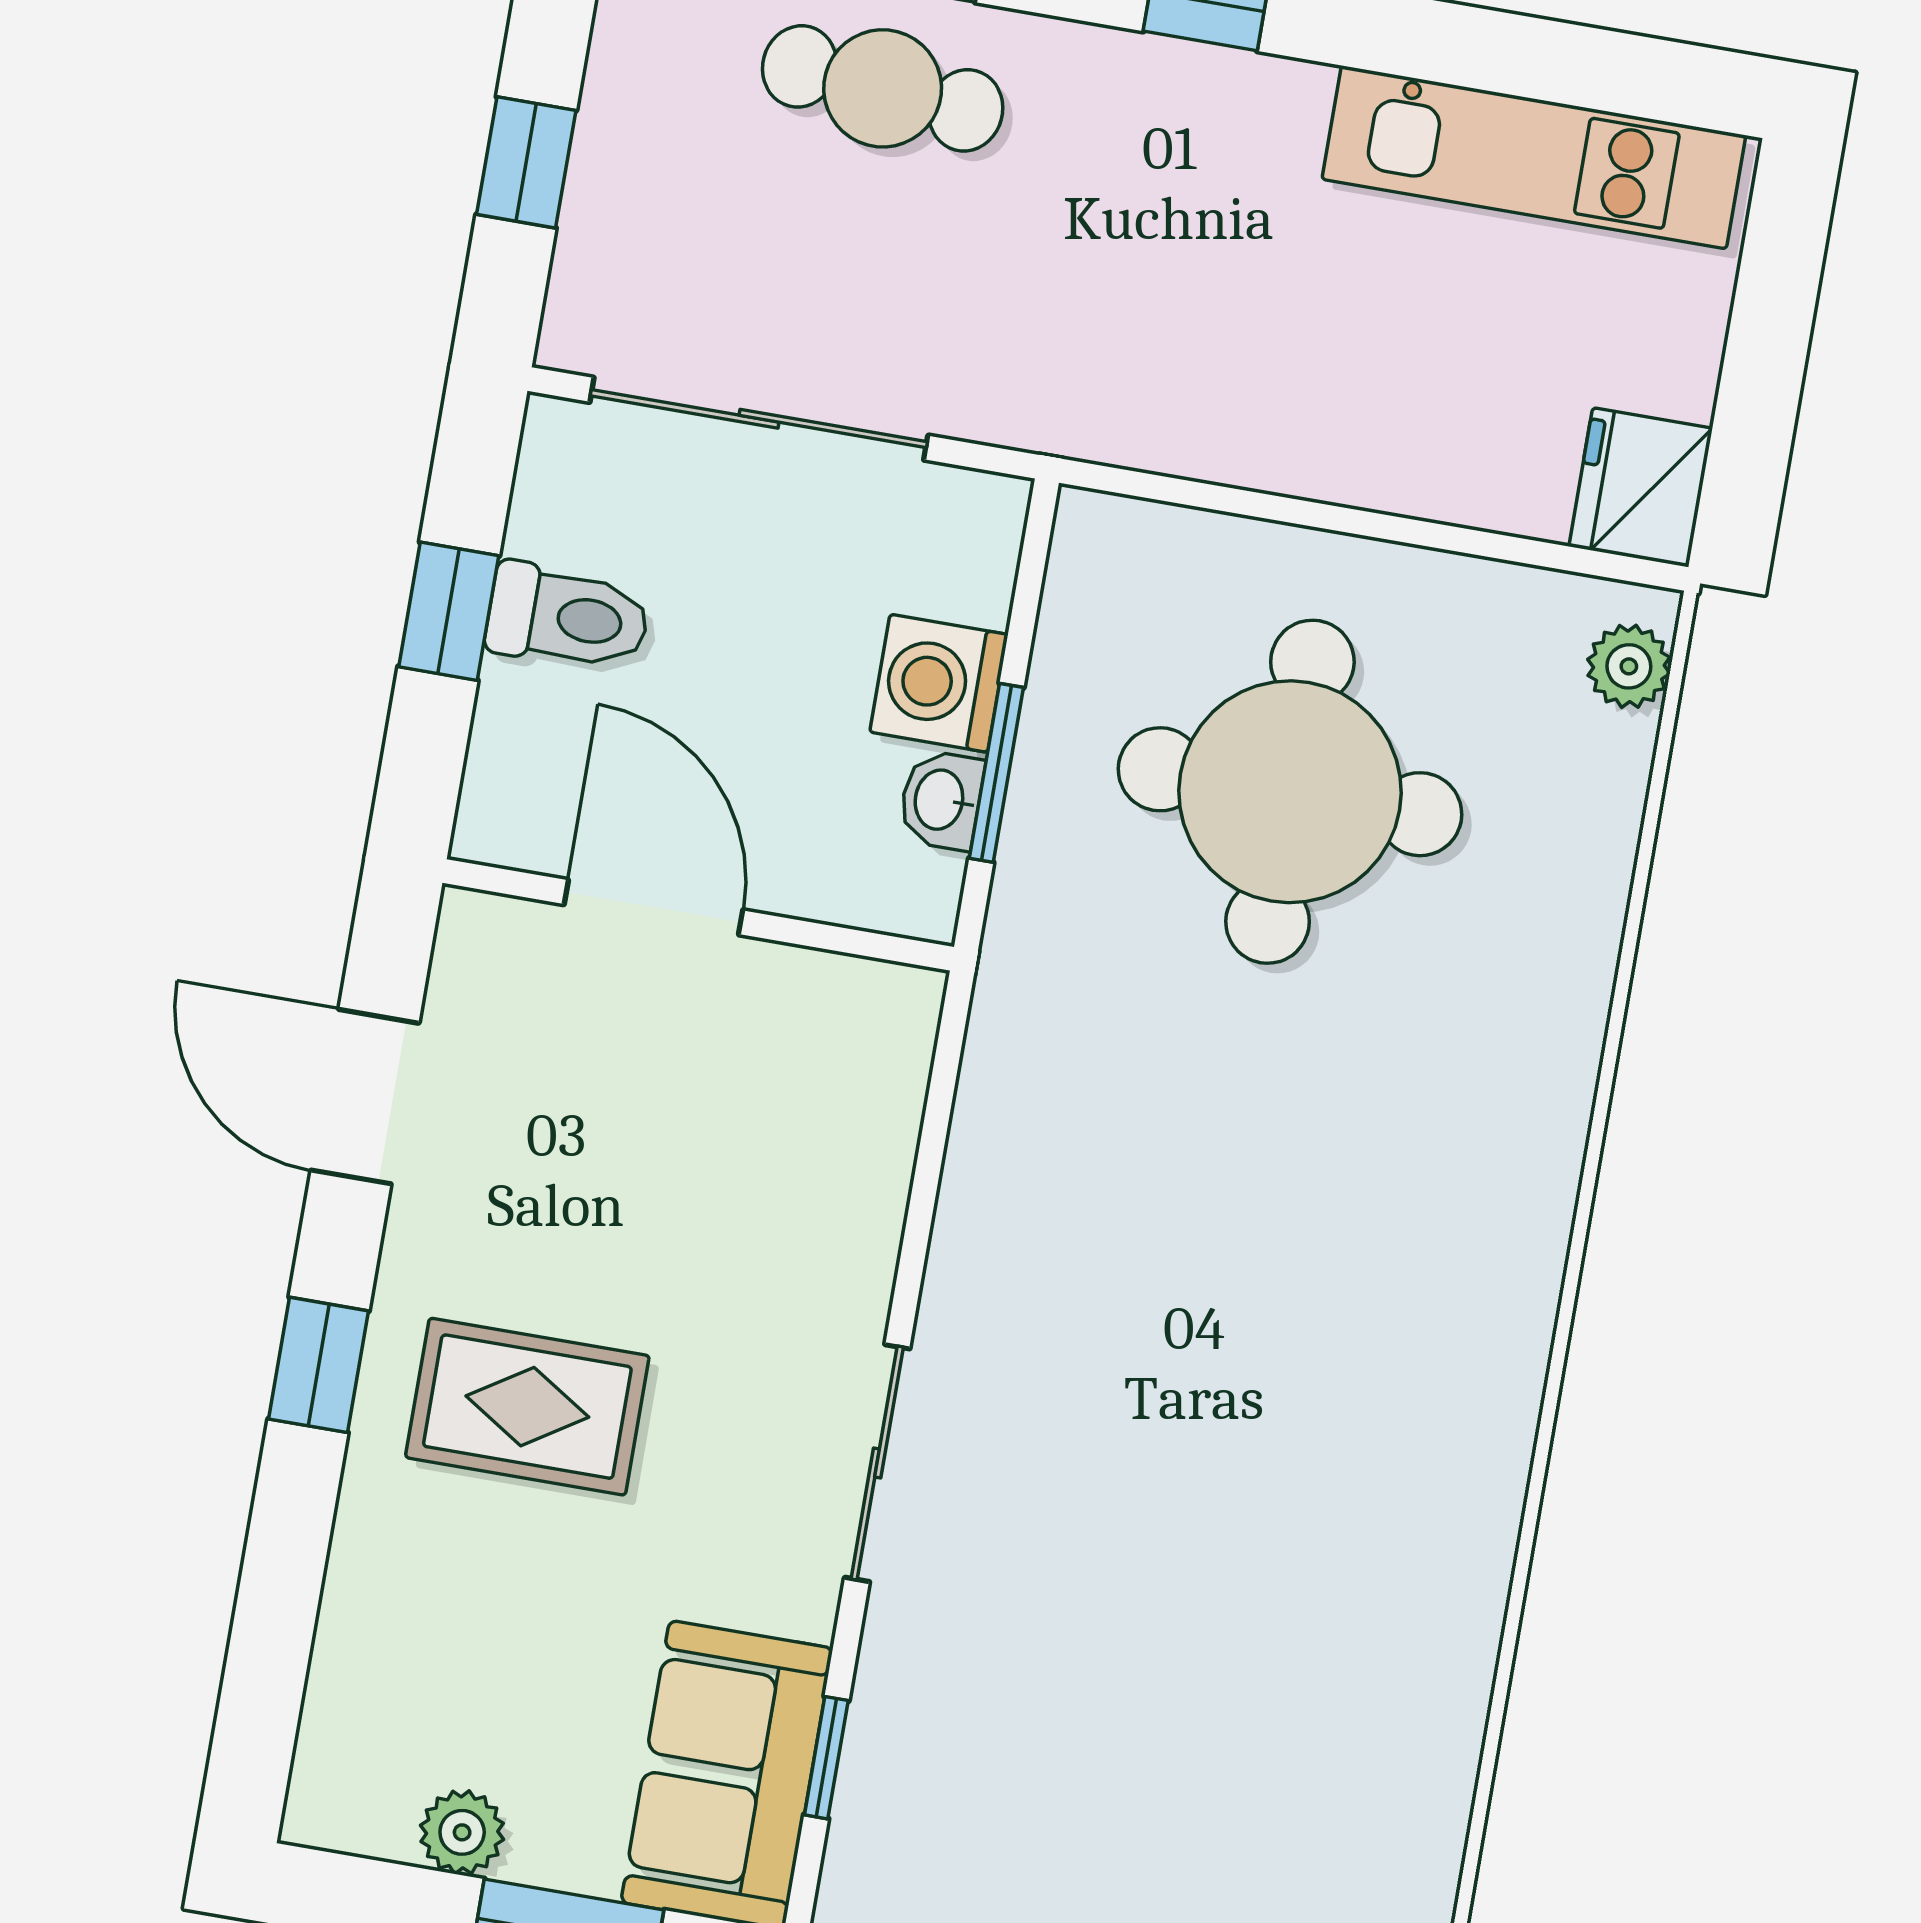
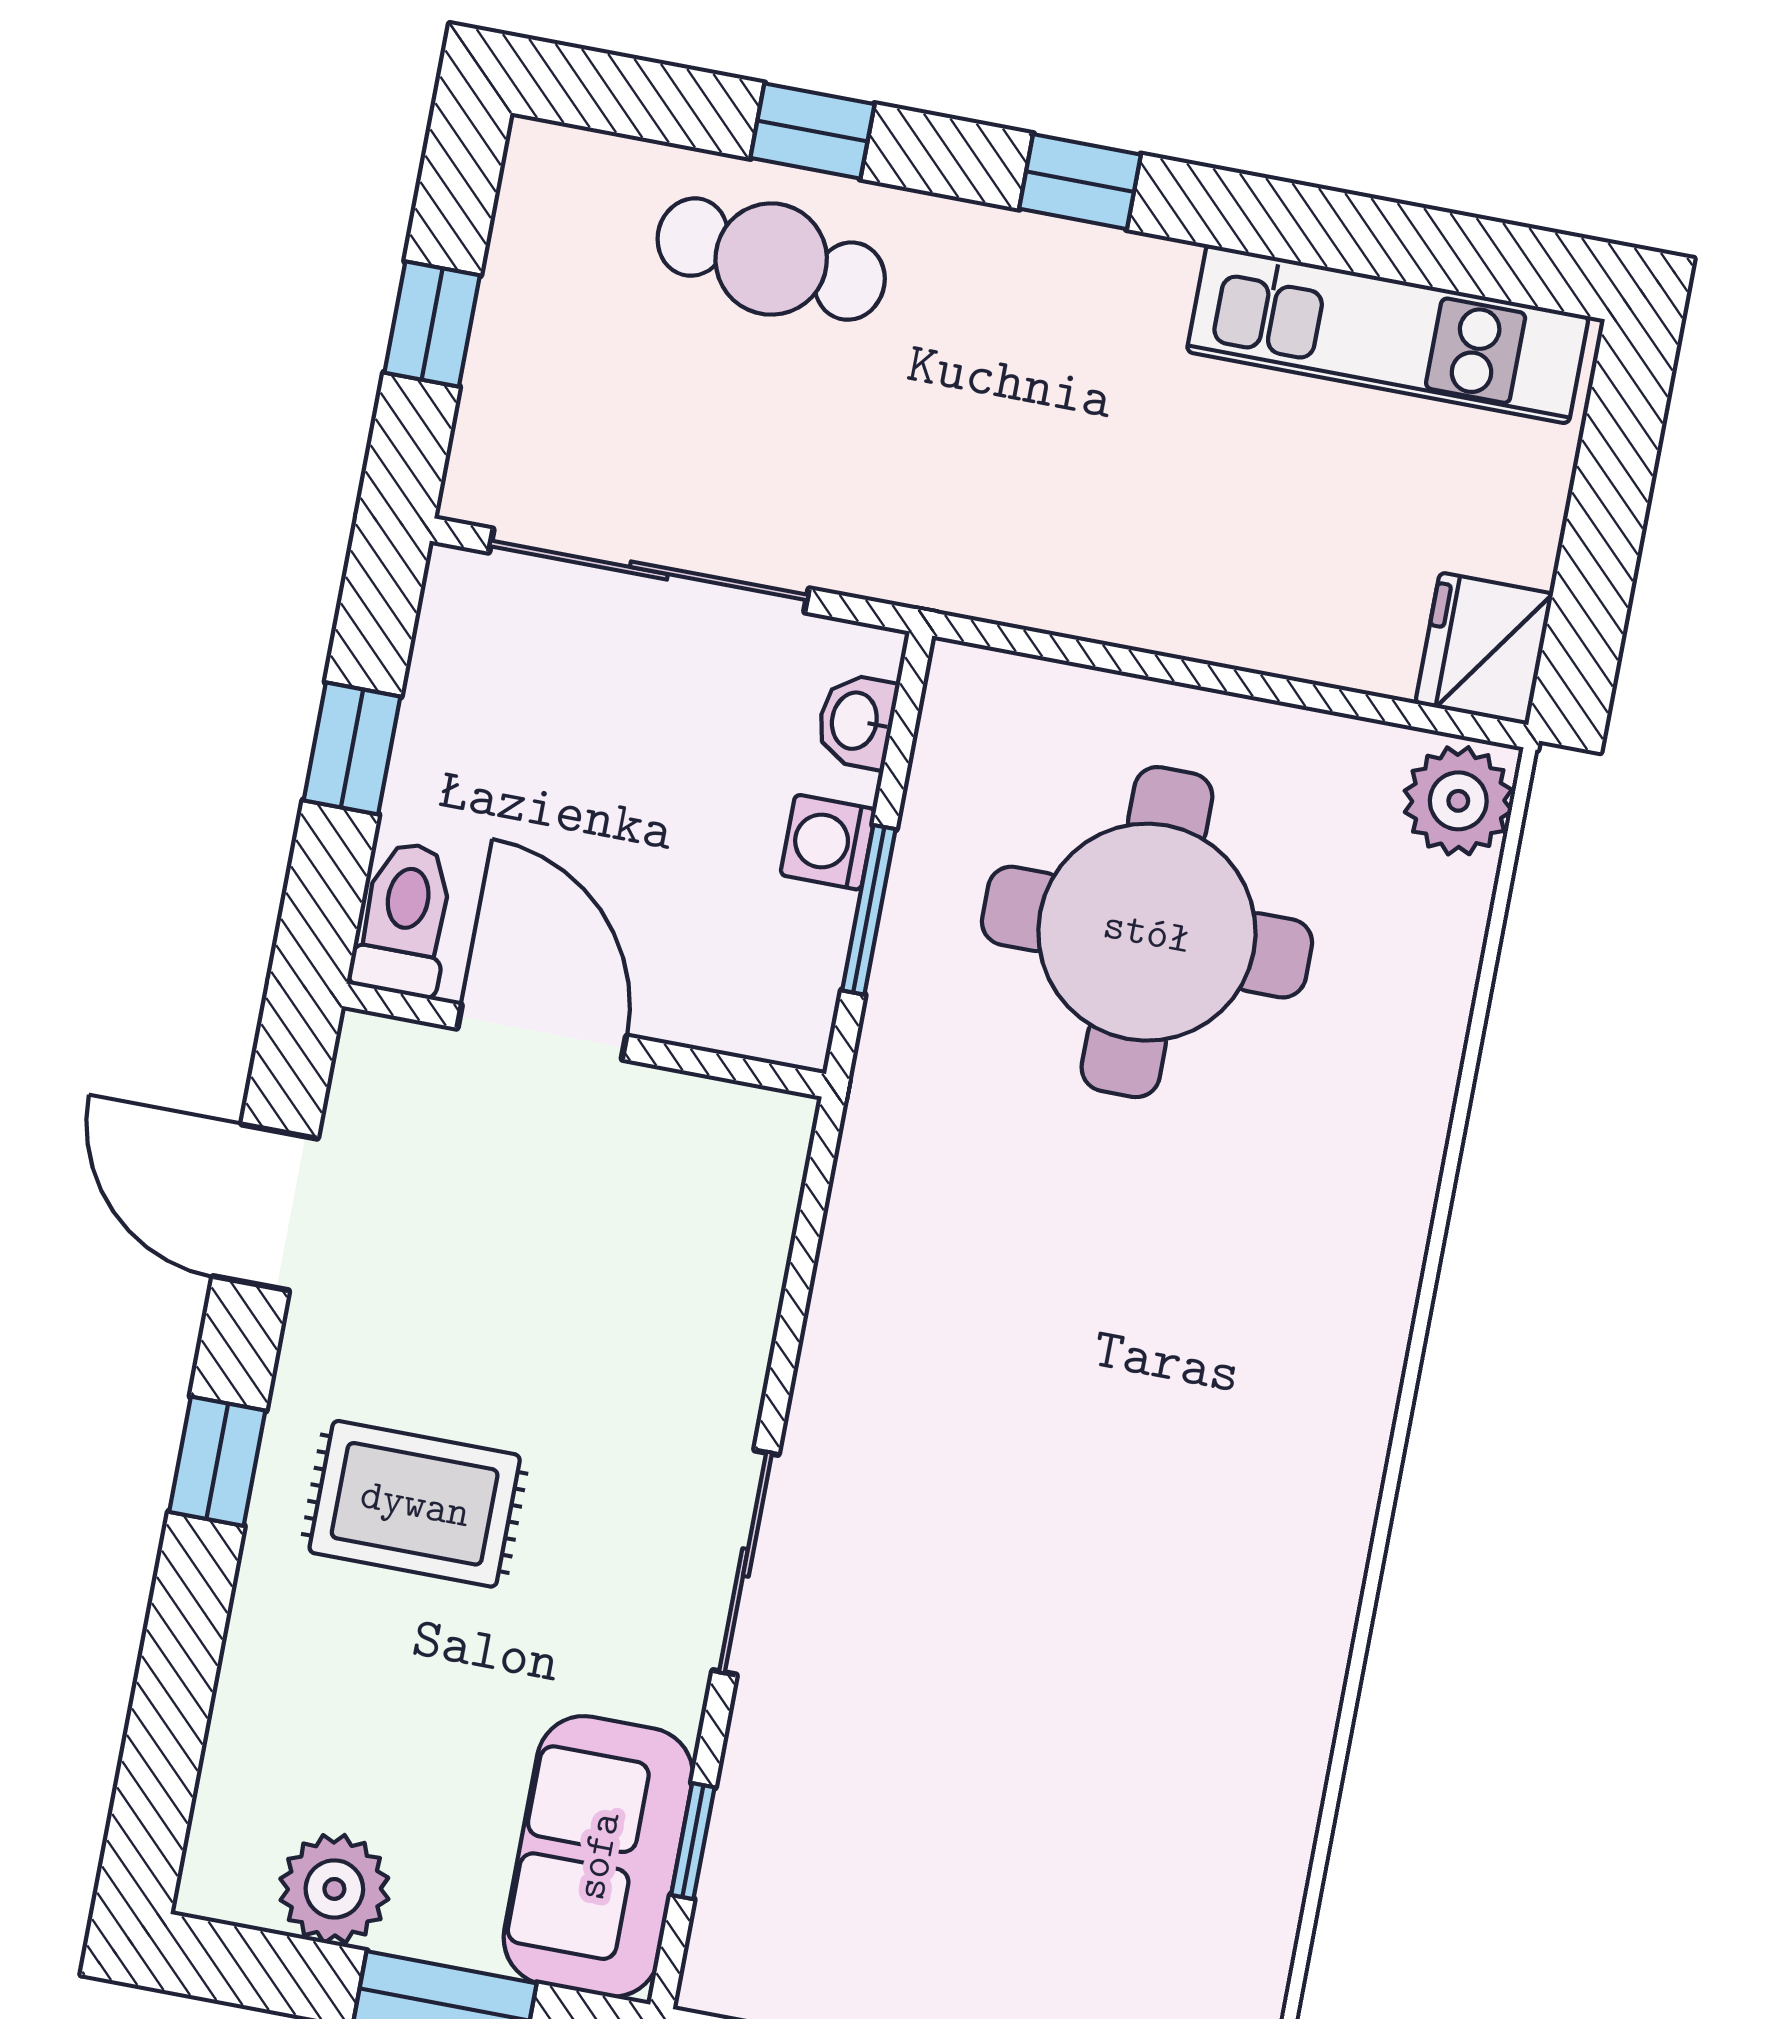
toilet: (568, 617) -> (404, 919), moved, turned -90
plant: (1629, 666) -> (1458, 801), width x1.38, depth x1.38
washing machine: (939, 683) -> (828, 842), width x0.73, depth x0.73
washbasin: (941, 800) -> (856, 721), moved
plant: (462, 1832) -> (334, 1889), width x1.38, depth x1.38

